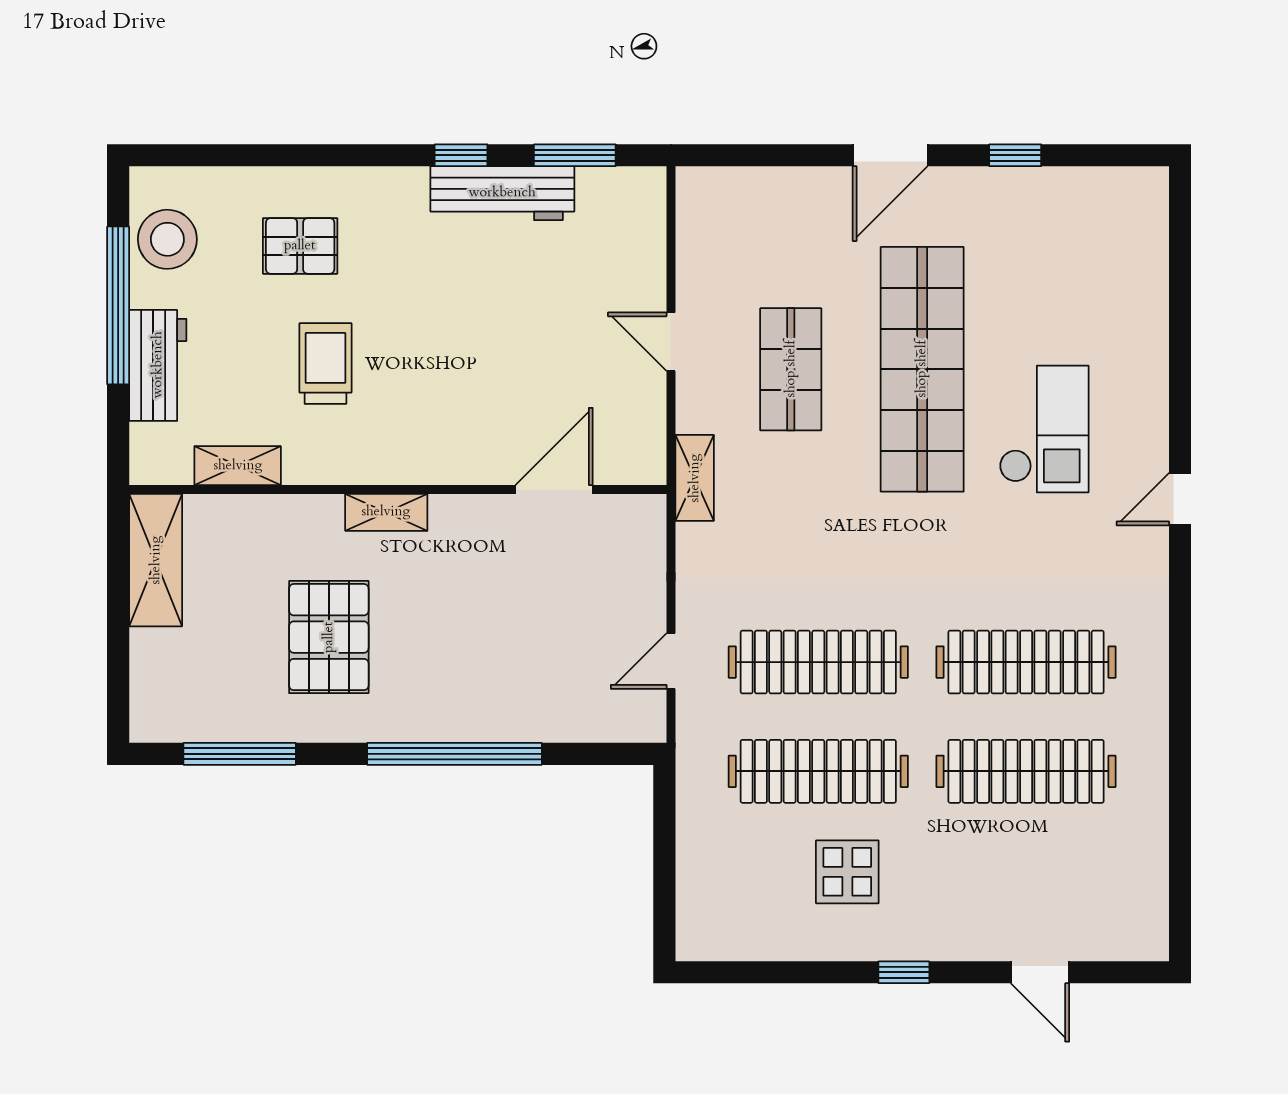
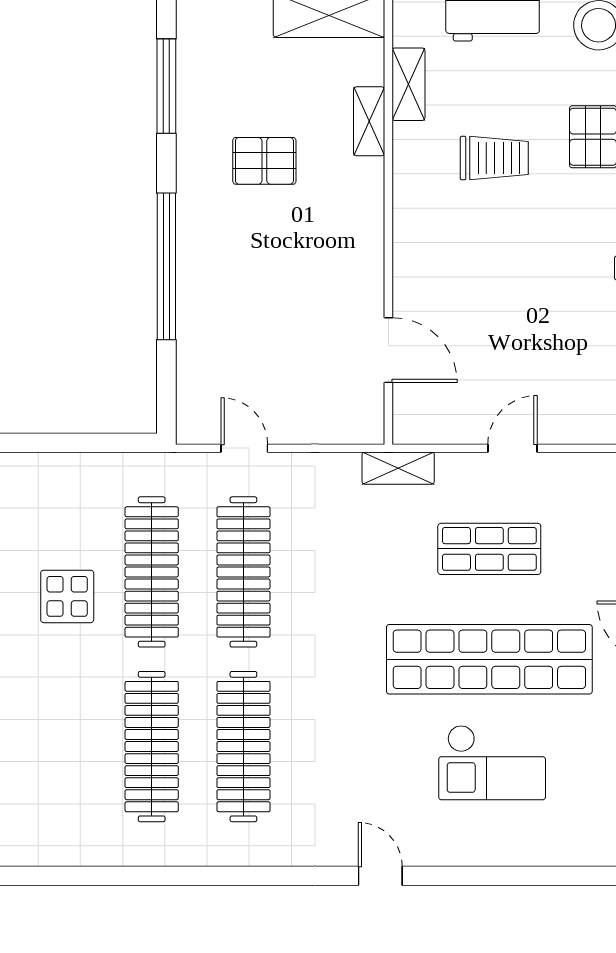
checkout: (1044, 429) -> (492, 763), moved
shelving: (386, 512) -> (369, 121), moved
pallet: (329, 637) -> (264, 161), width x0.67, depth x0.71

